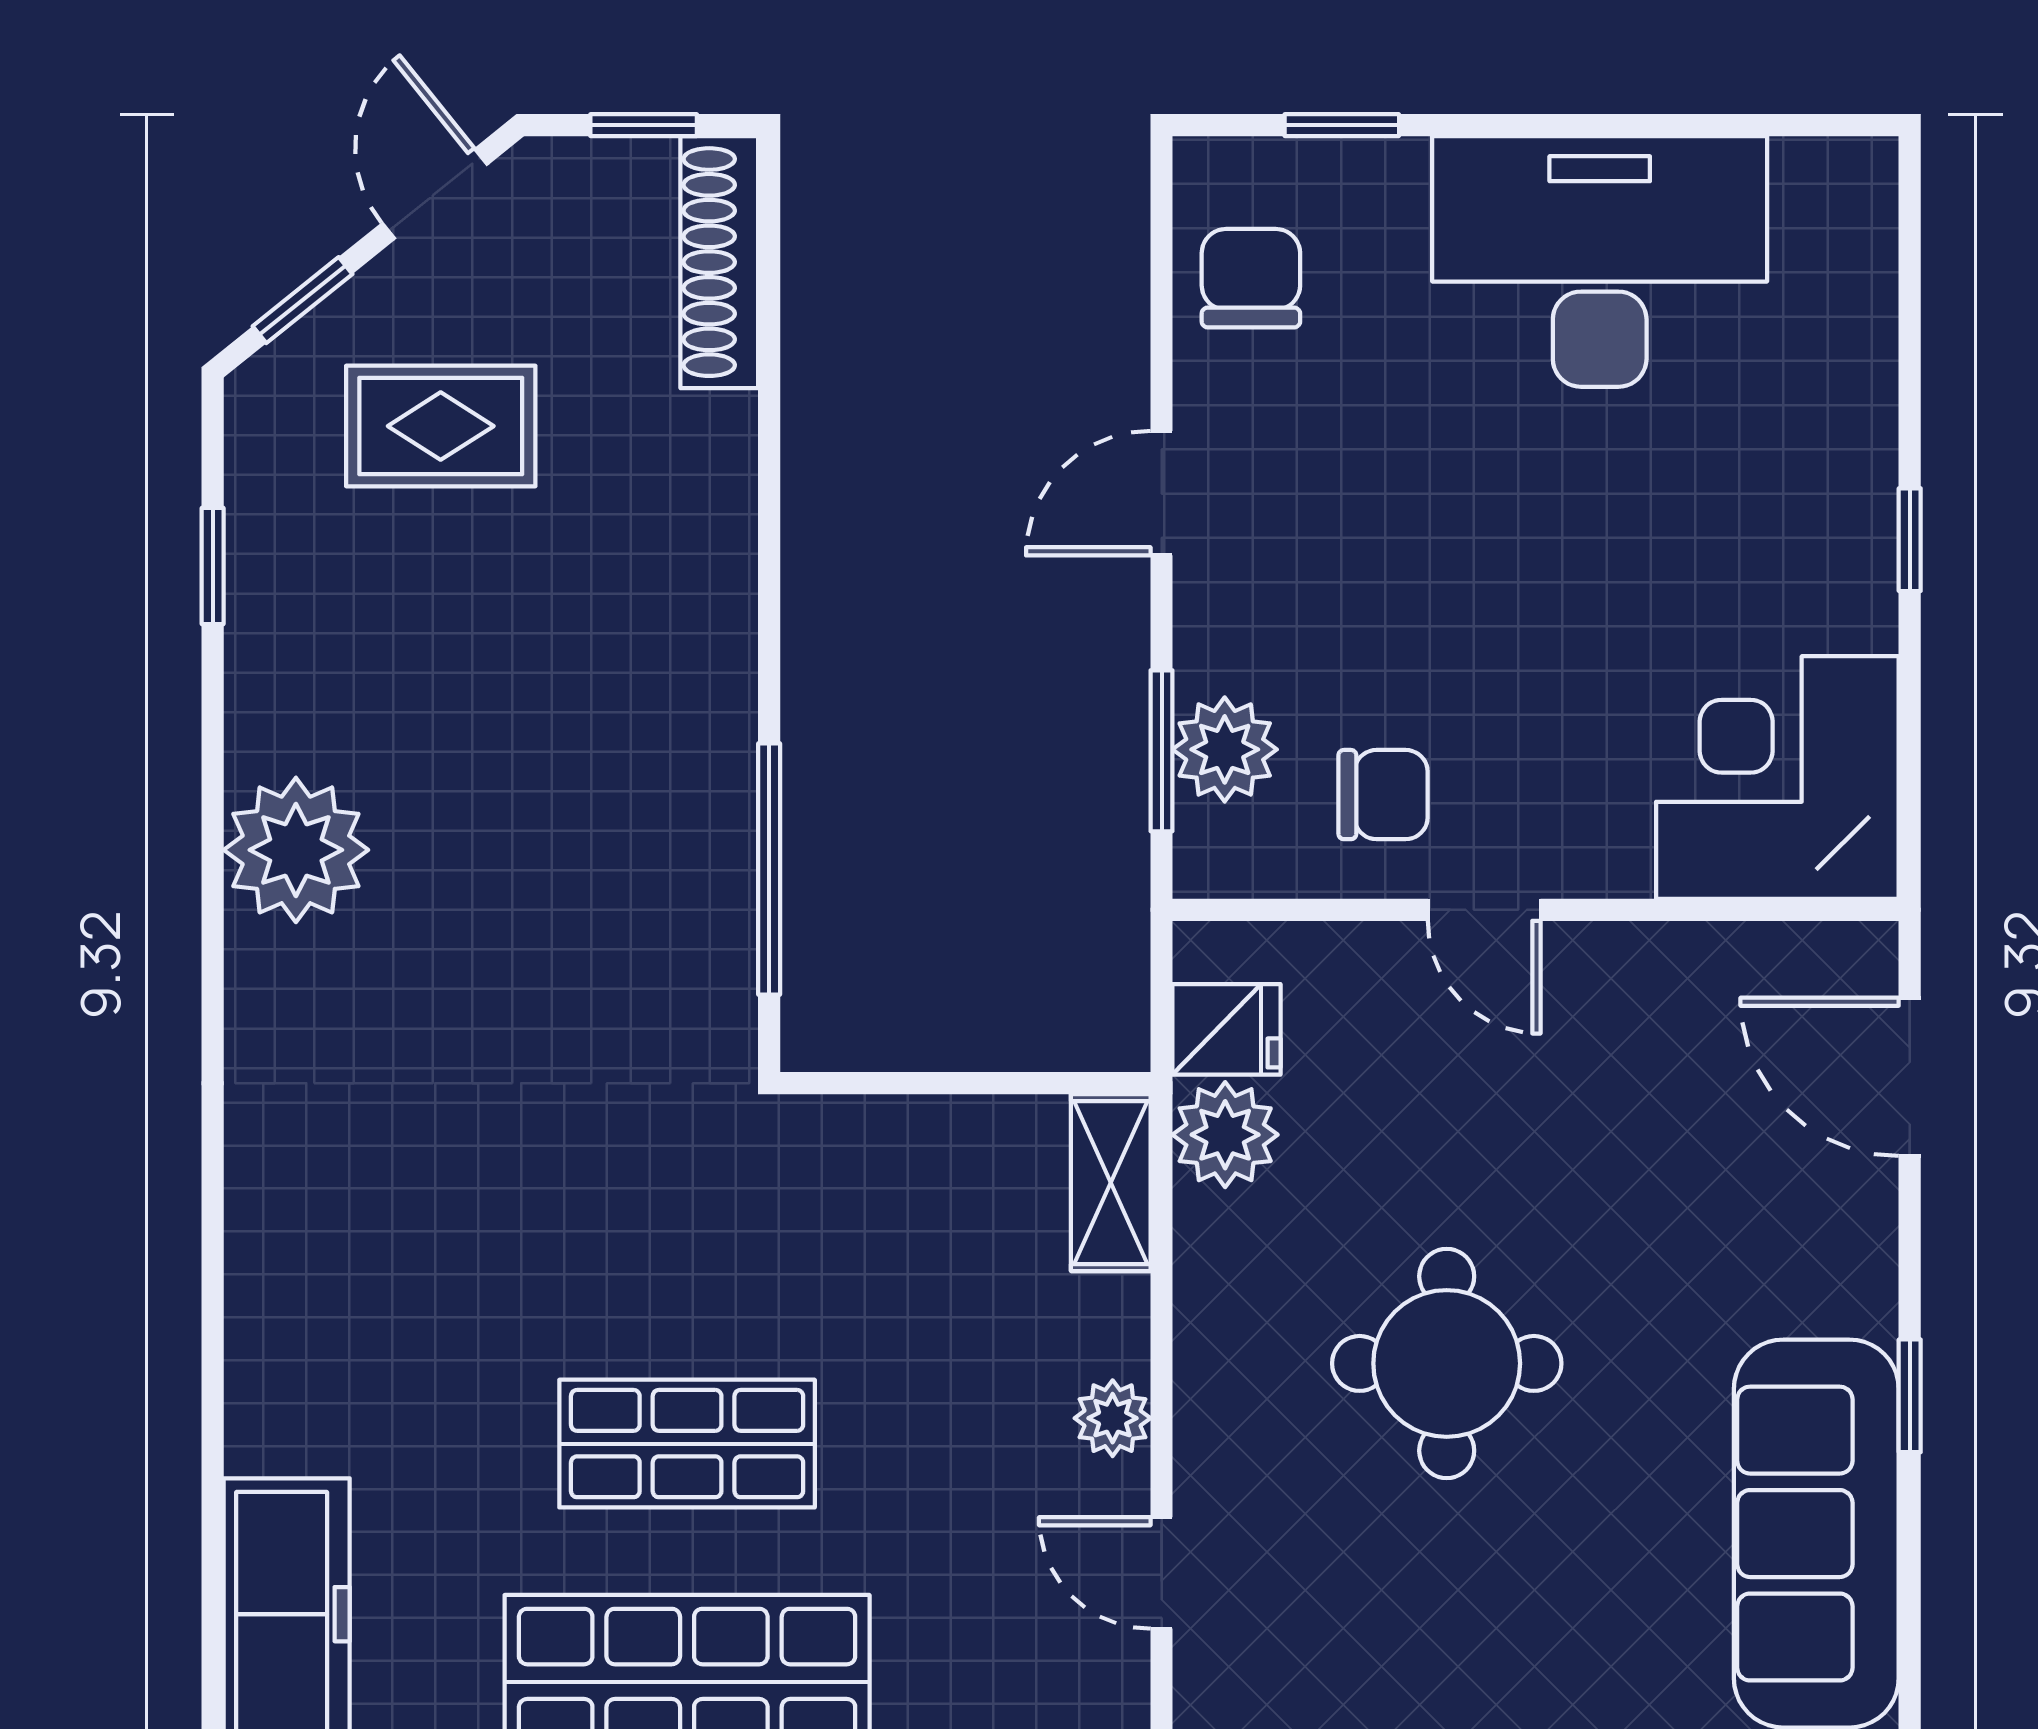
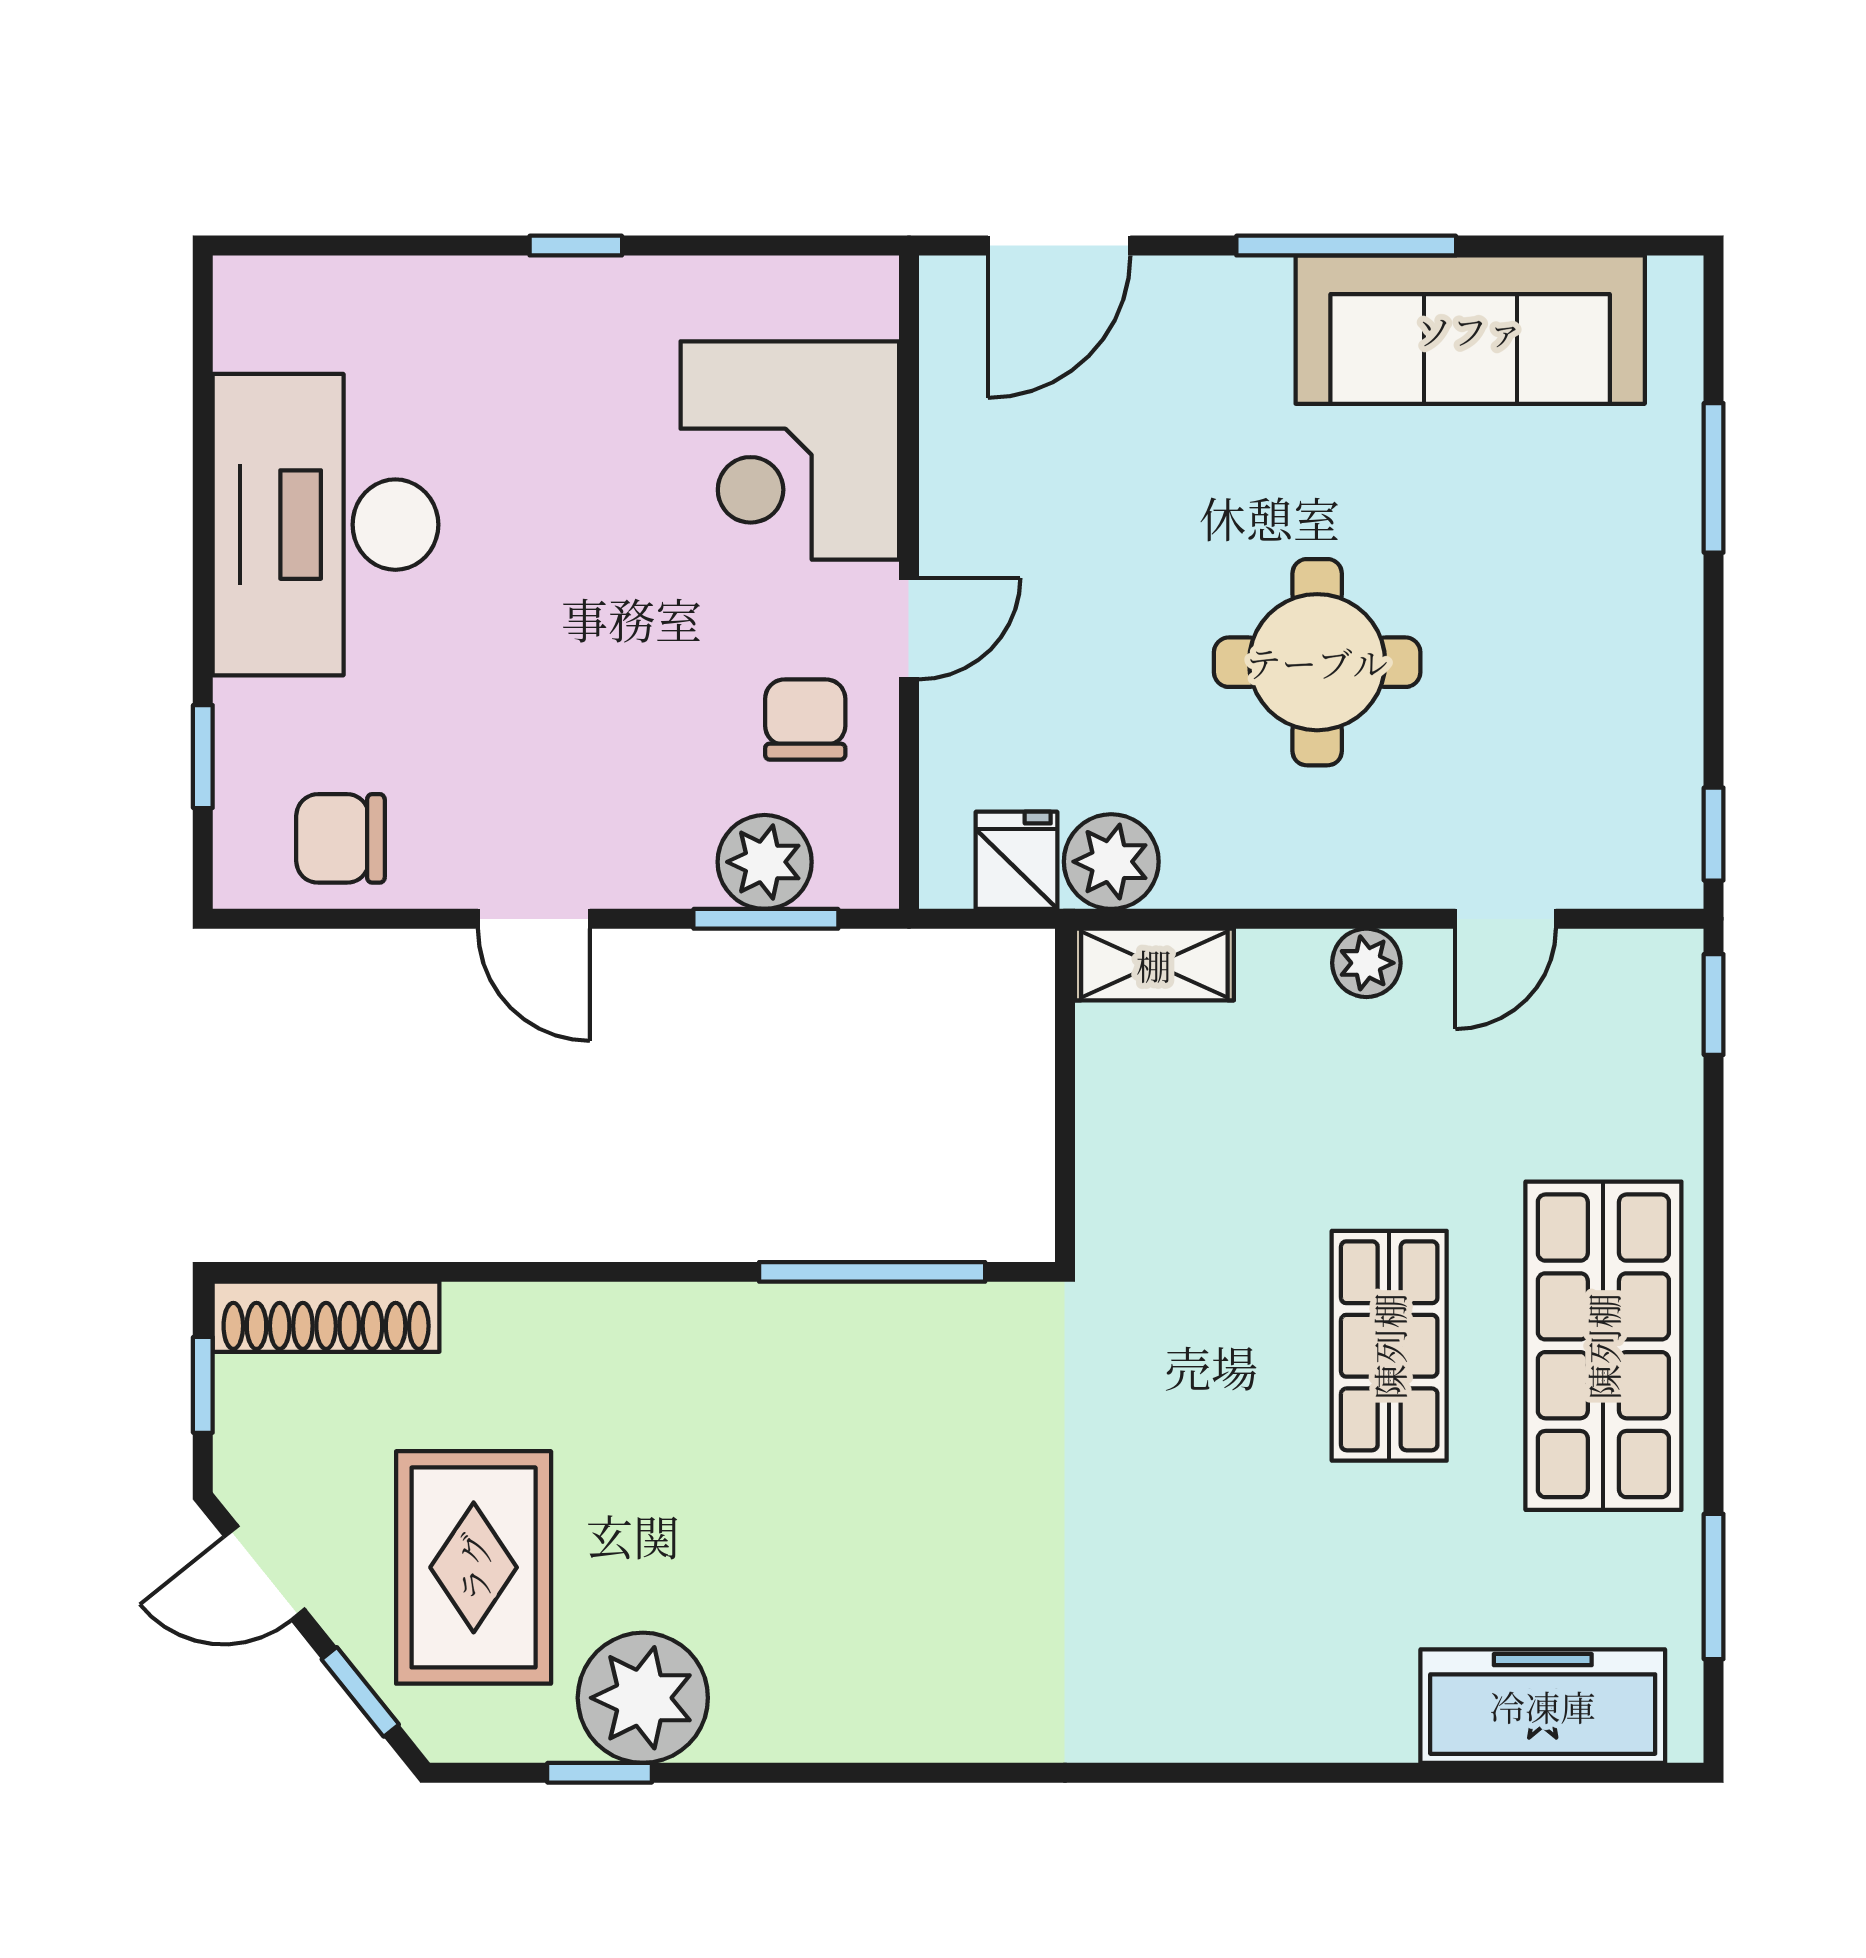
rug: (441, 426) -> (474, 1567), width x1.36, depth x1.43
corner desk: (1777, 777) -> (790, 451), moved
plant: (296, 850) -> (643, 1698), moved
window: (1910, 1396) -> (1346, 246), width x2.17

